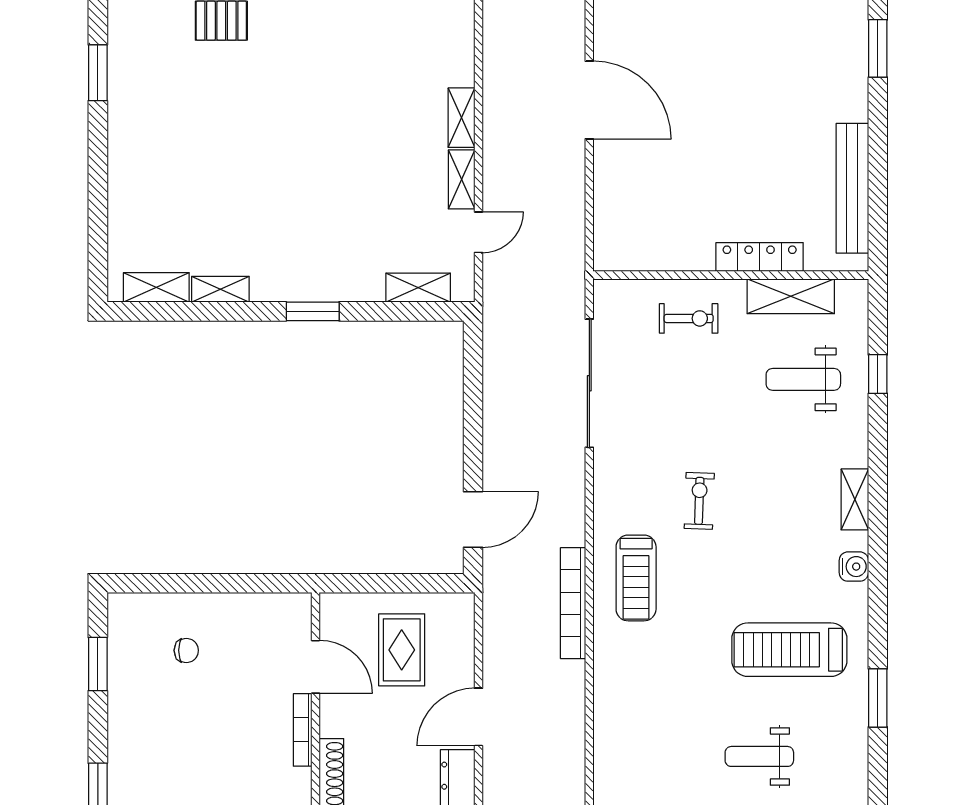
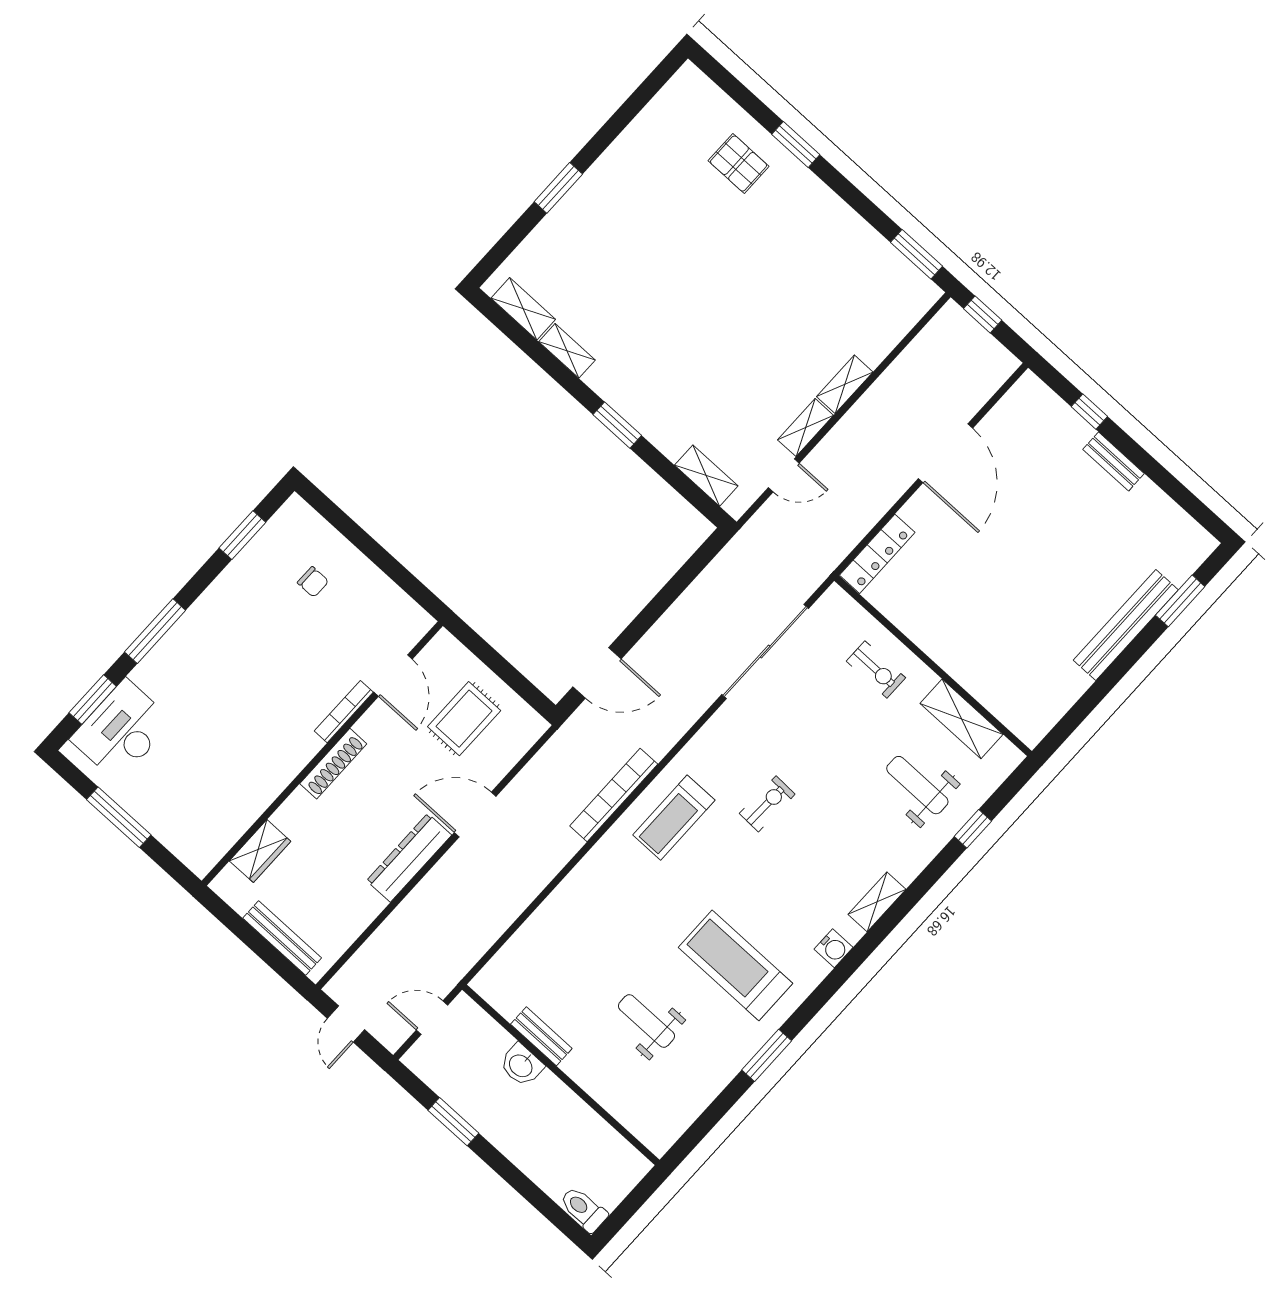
window: (98, 73) -> (558, 188), moved
bench: (852, 188) -> (1126, 625), moved
locker: (760, 257) -> (877, 554), moved, turned 90

